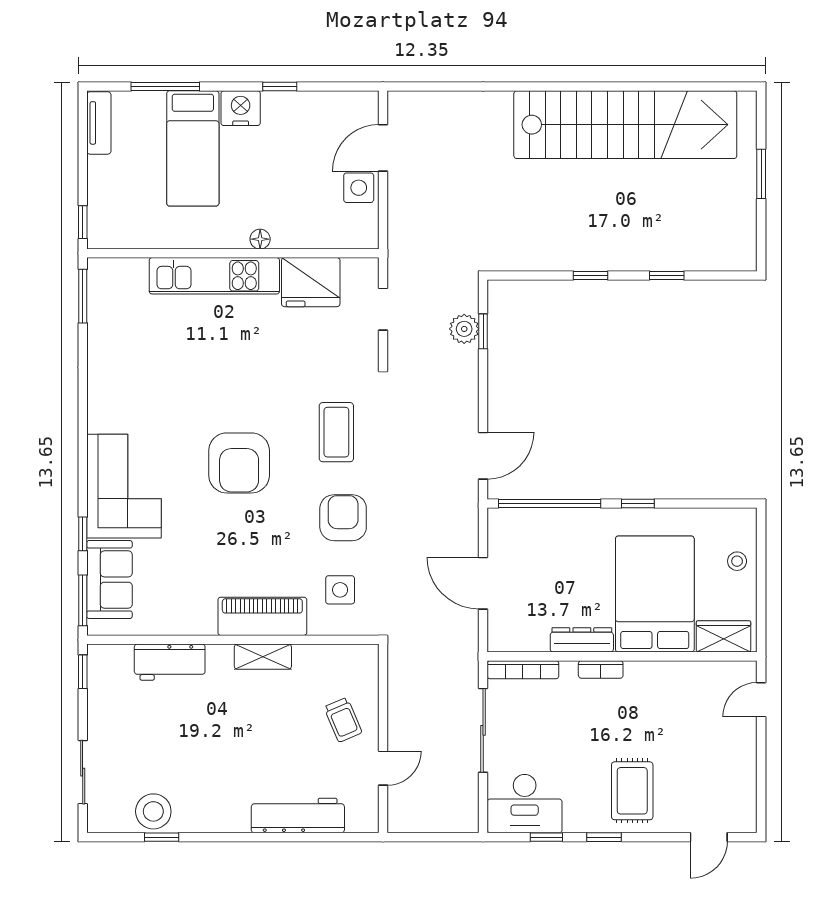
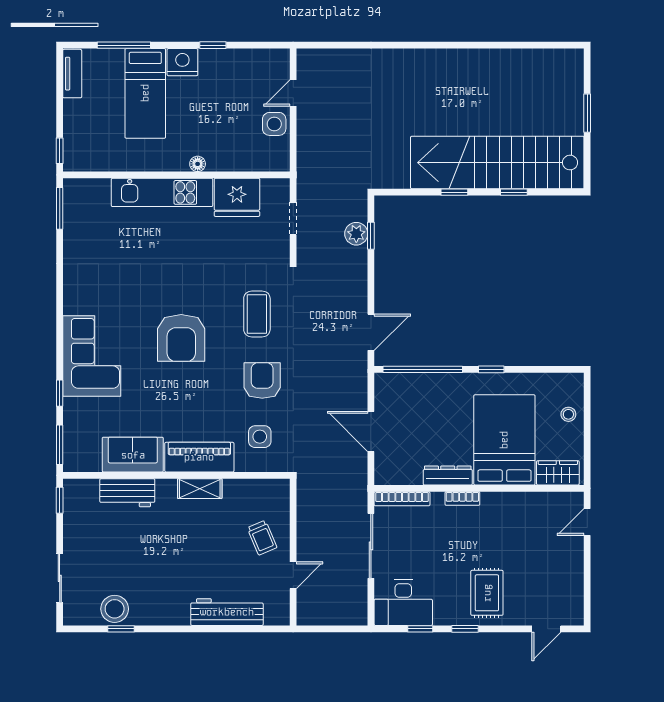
stairs: (625, 125) -> (497, 163), moved, turned 180
door: (383, 148) -> (293, 93), width x0.73
sofa: (109, 580) -> (133, 455), moved, turned -90

